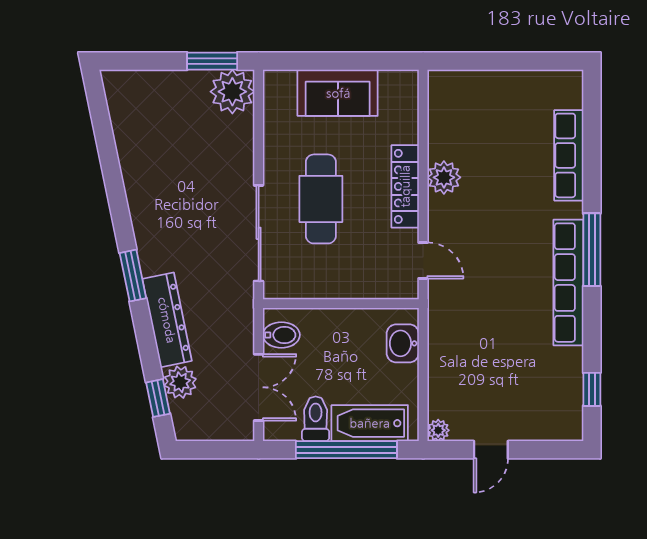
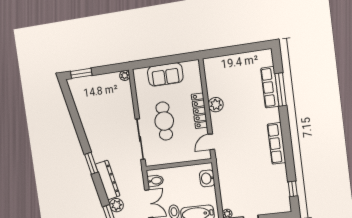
window: (212, 61) -> (81, 73), moved
plant: (232, 92) -> (125, 75), width x0.53, depth x0.53
window: (592, 250) -> (281, 90), moved
door: (423, 261) -> (211, 142), swing flipped
row of seats: (568, 283) -> (277, 143), width x0.73

